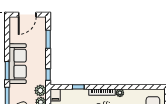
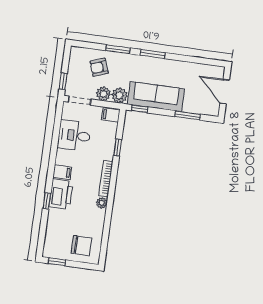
sofa: (18, 64) -> (156, 97), moved, turned 180

